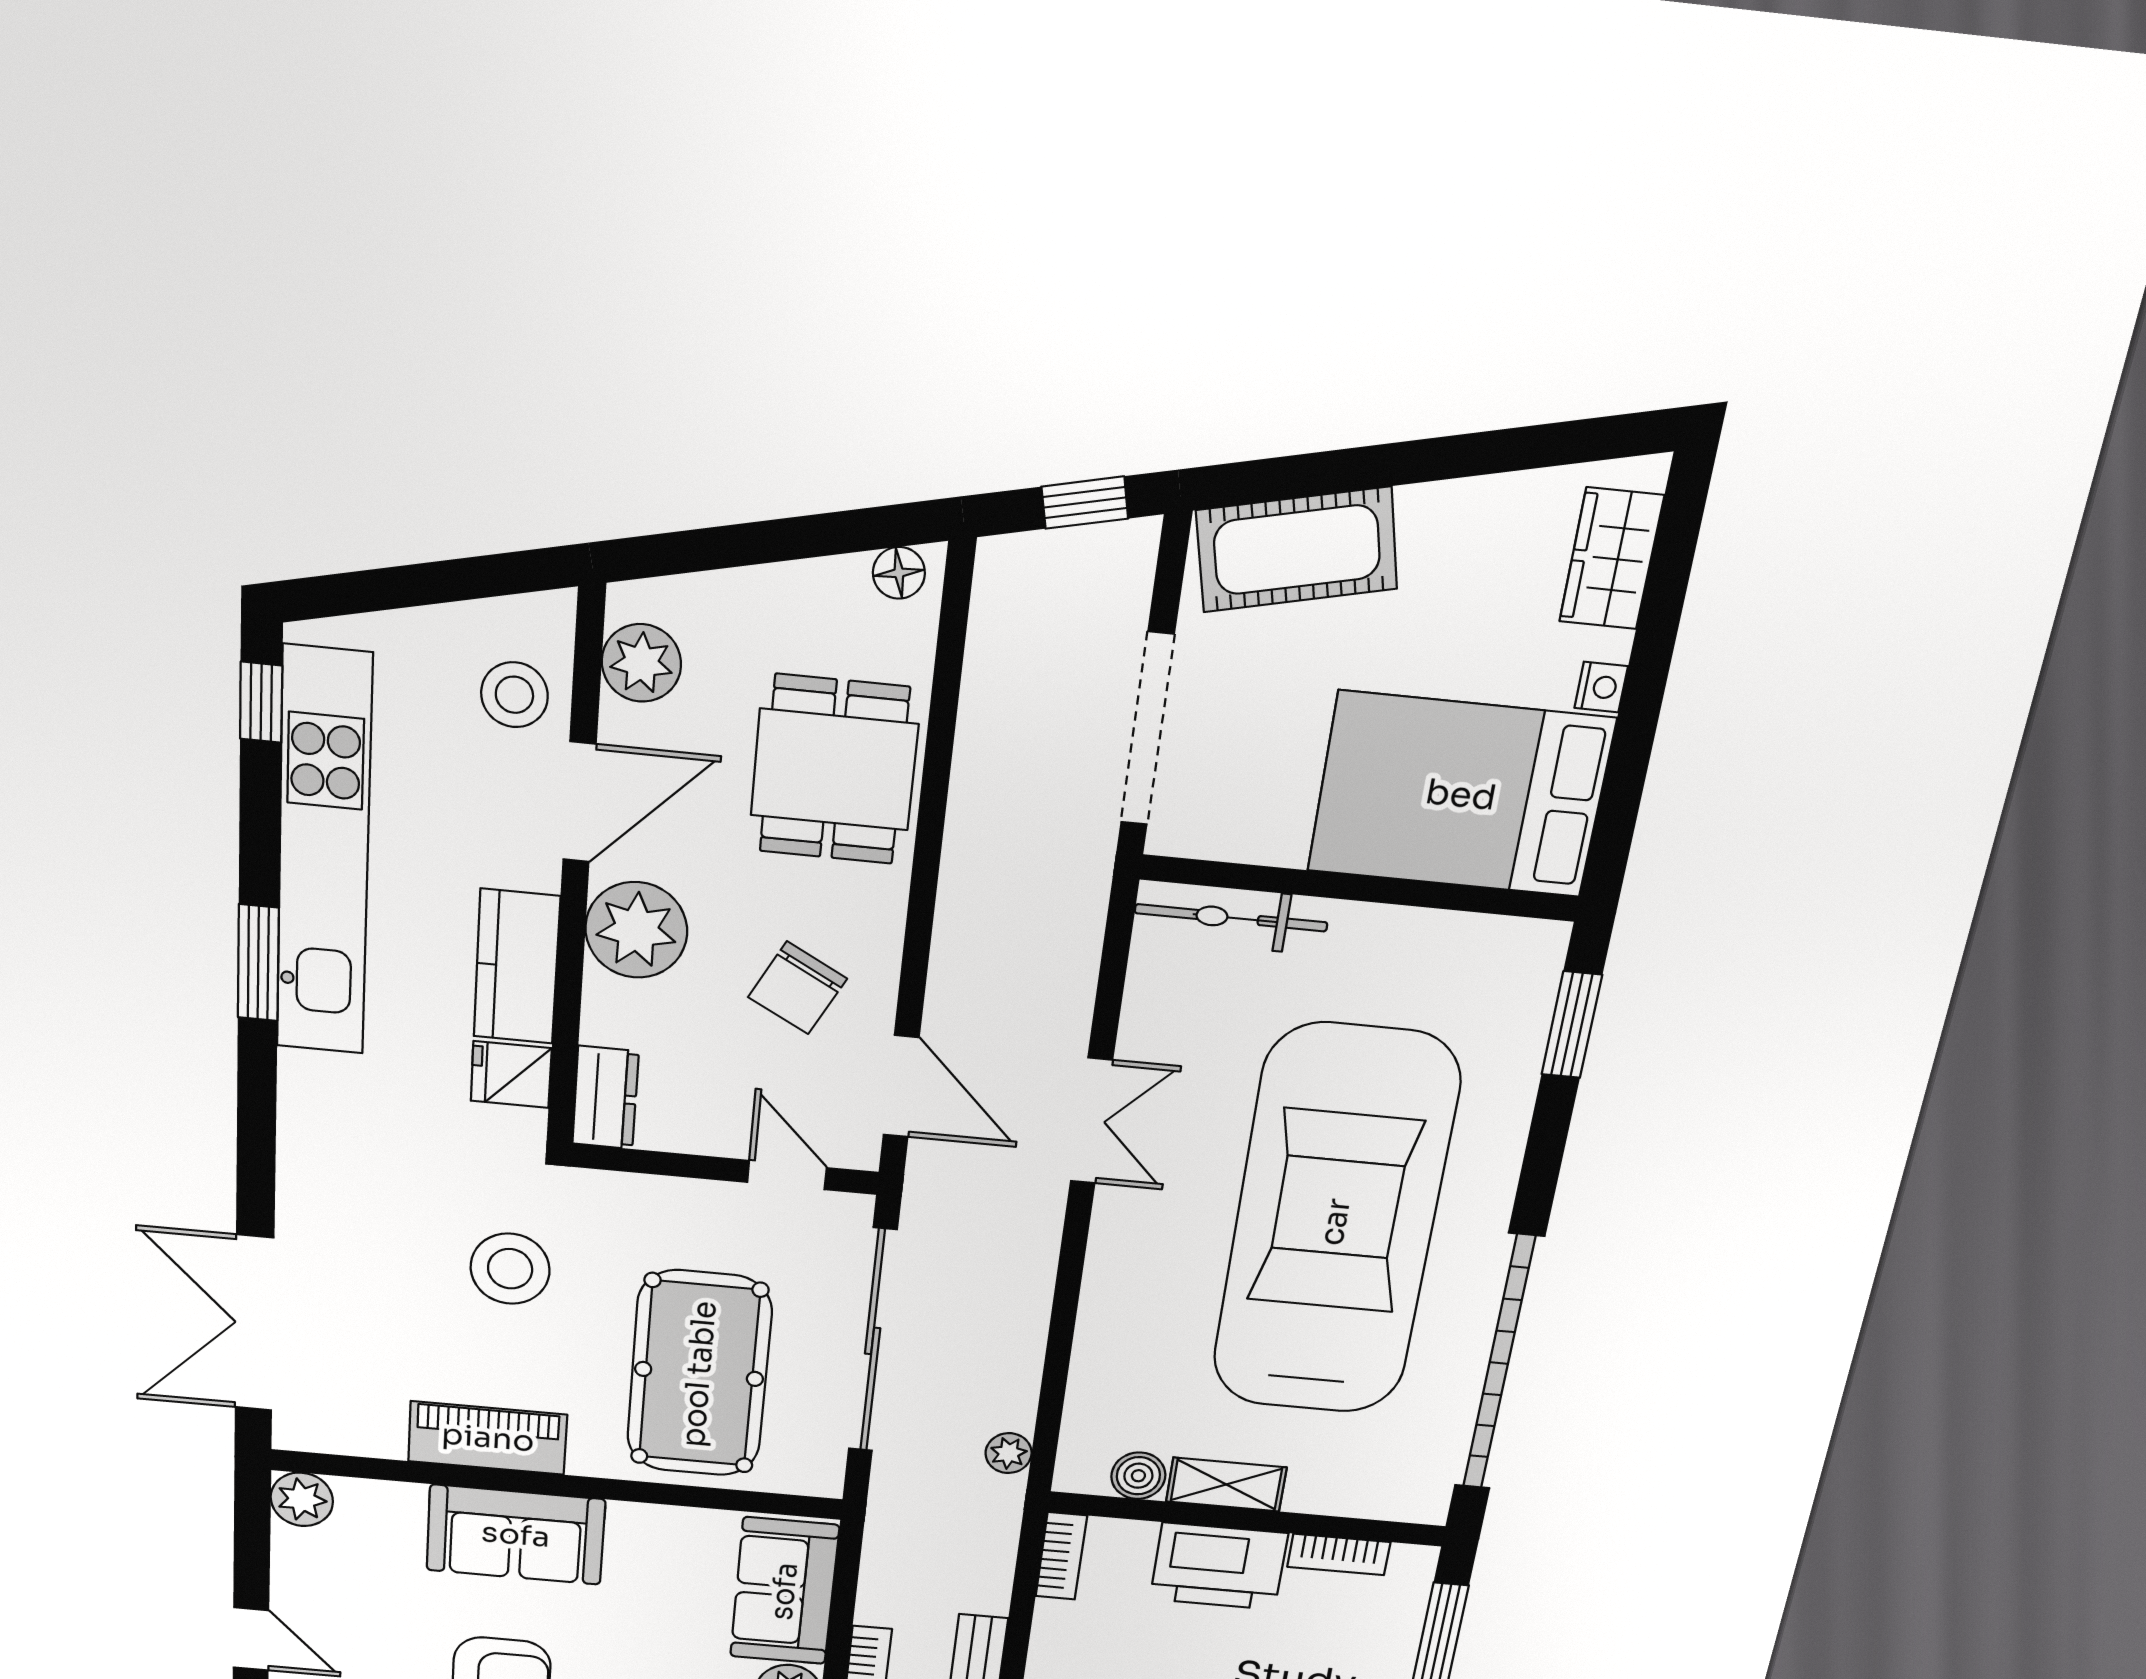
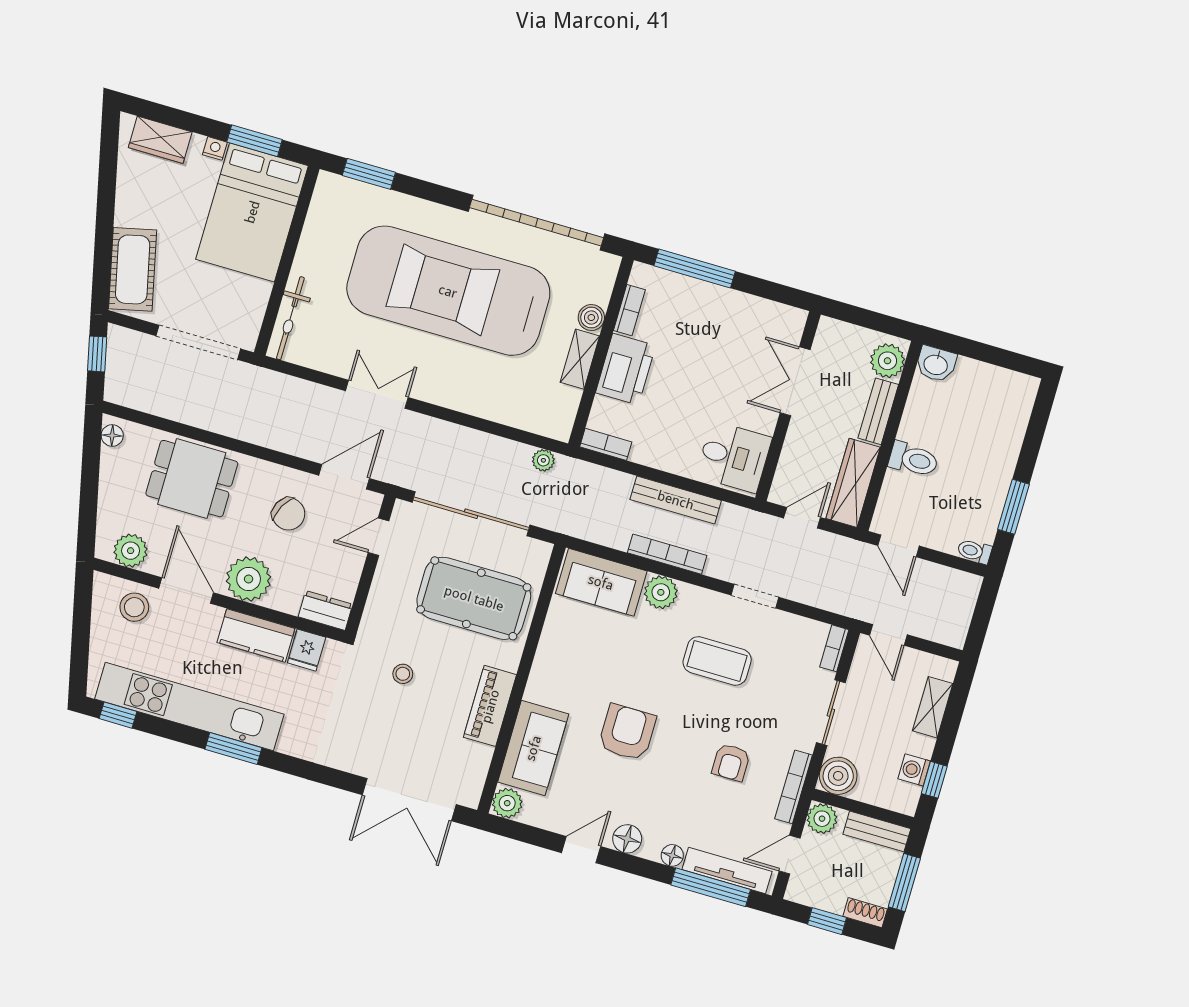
window: (1626, 772) -> (255, 141), added
stool: (510, 1269) -> (403, 674), width x0.53, depth x0.53
boiler: (1138, 1476) -> (591, 318), moved
sofa: (516, 1535) -> (533, 748), moved

